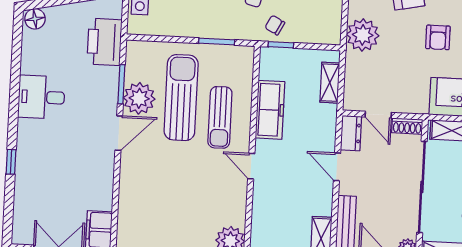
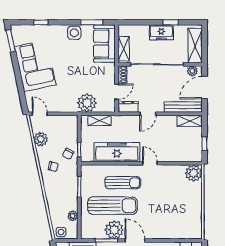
plant: (167, 28) -> (73, 216), added
plant: (363, 35) -> (87, 103), moved
armchair: (438, 37) -> (70, 59), removed
sun lounger: (181, 98) -> (112, 206), turned 180
freezer: (270, 110) -> (117, 152), width x1.36, depth x1.26
door: (251, 166) -> (150, 163), swing flipped

